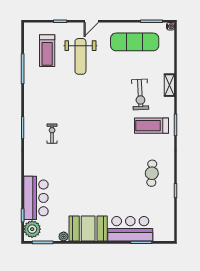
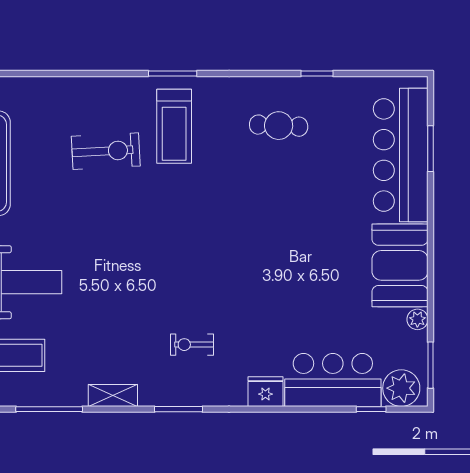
shelving: (169, 85) -> (113, 396), moved
fridge: (31, 167) -> (265, 392), added
bar counter: (130, 229) -> (401, 155), width x1.36

